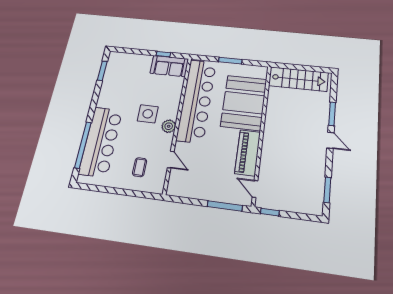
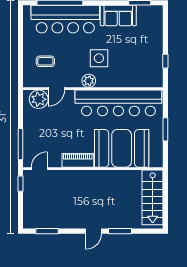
sofa: (169, 66) -> (118, 16), moved, turned -90
piano: (248, 153) -> (78, 160), width x0.73, depth x0.75
plant: (179, 180) -> (39, 99), added

